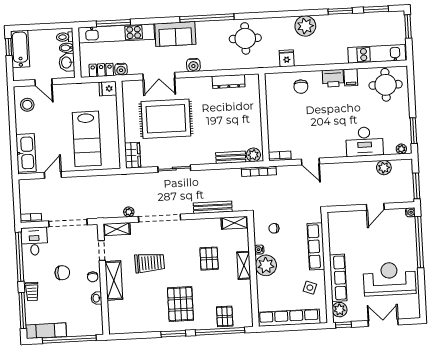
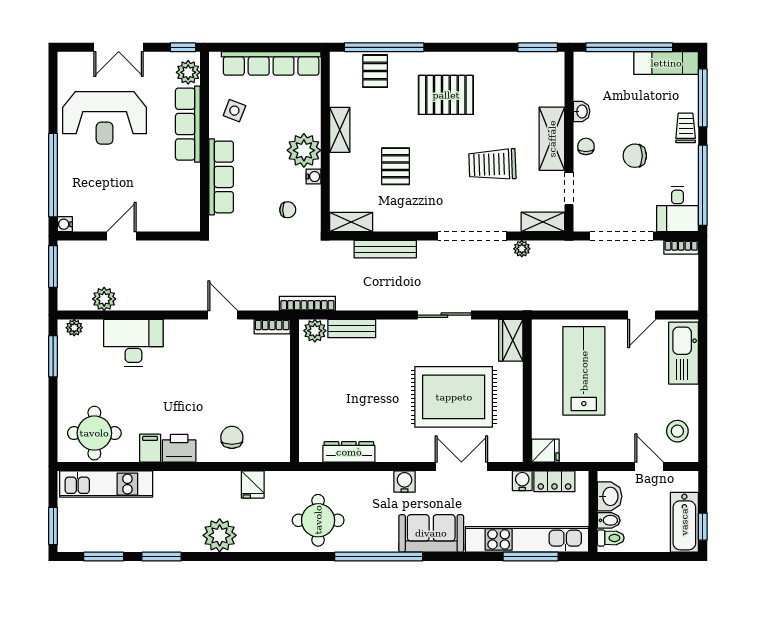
shelving: (244, 265) -> (340, 130), moved
pallet: (180, 304) -> (446, 95), turned 90
window: (173, 334) -> (538, 47), moved

